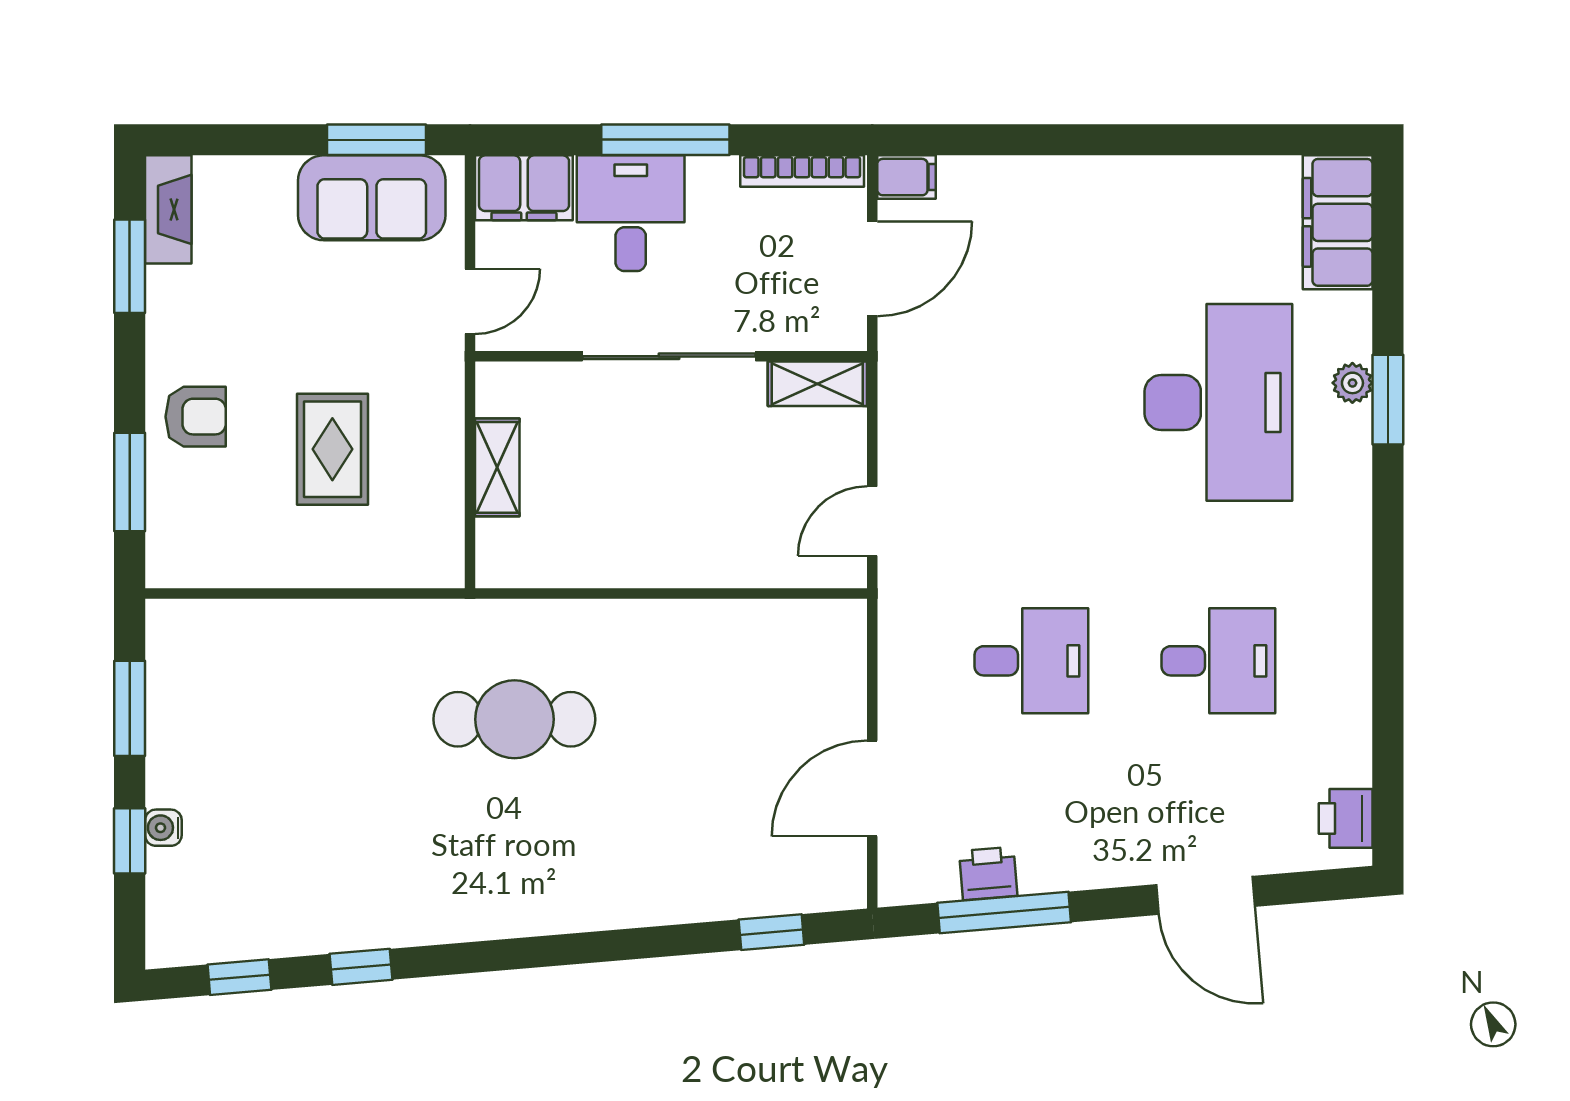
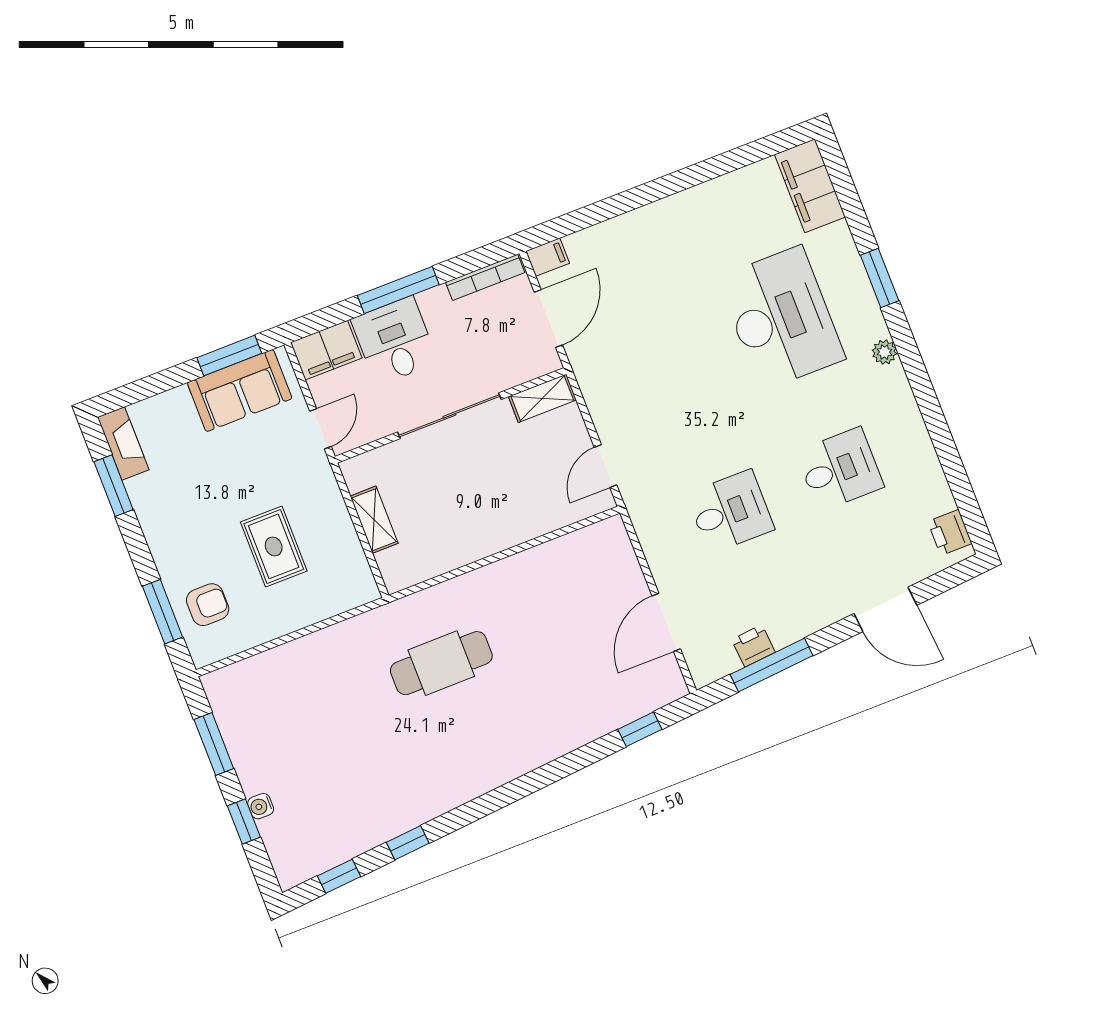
plant: (1352, 383) -> (884, 352), moved
armchair: (196, 417) -> (208, 605), moved

